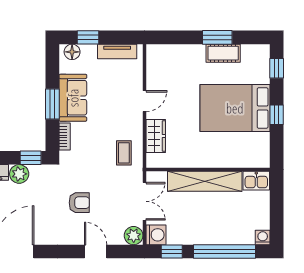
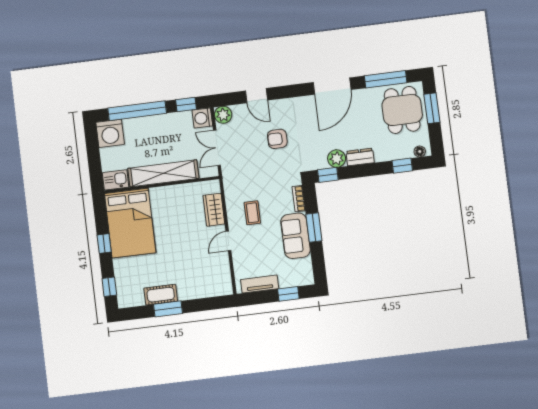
floor lamp: (72, 52) -> (302, 279), removed
bed: (235, 108) -> (130, 223), moved, turned 90
coffee table: (124, 153) -> (252, 213), moved
washing machine: (263, 237) -> (110, 133), width x1.89, depth x1.89

